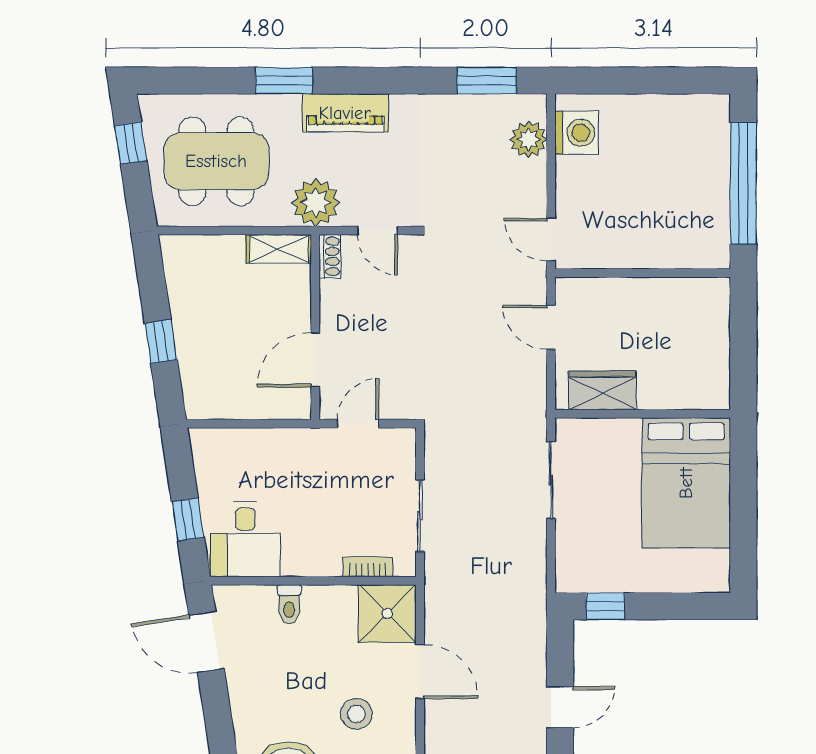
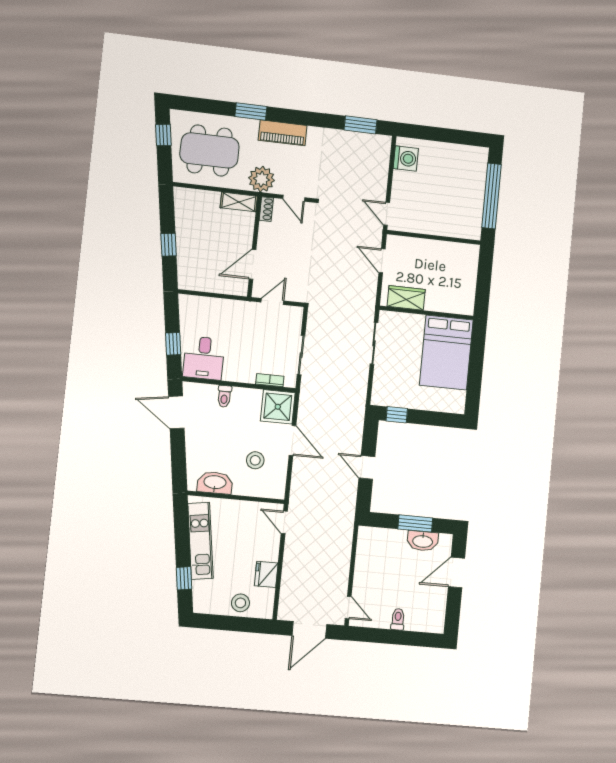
plant: (529, 139) -> (380, 159), removed
door: (560, 707) -> (367, 467), swing flipped

